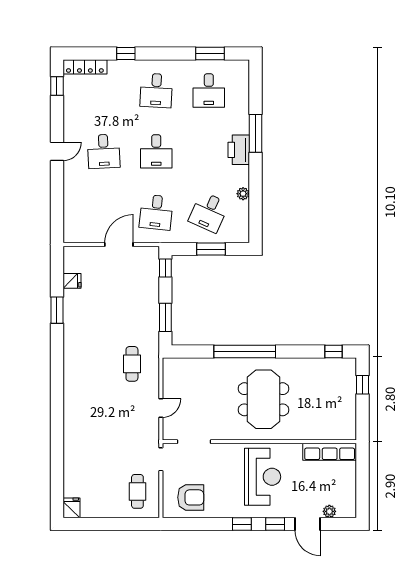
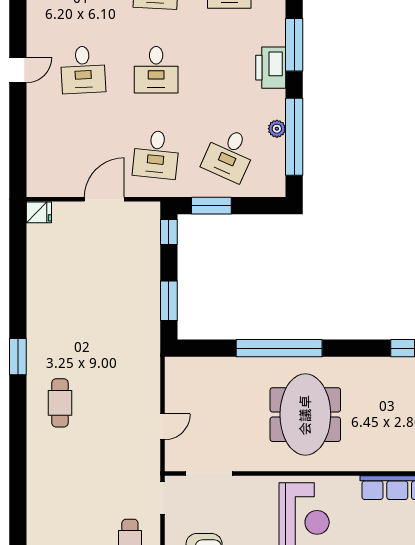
window: (256, 200) -> (294, 137), added
window: (211, 249) -> (211, 206), moved
fridge: (72, 281) -> (39, 212), moved
window: (57, 310) -> (18, 357), moved
cafe table: (132, 364) -> (60, 403), moved

